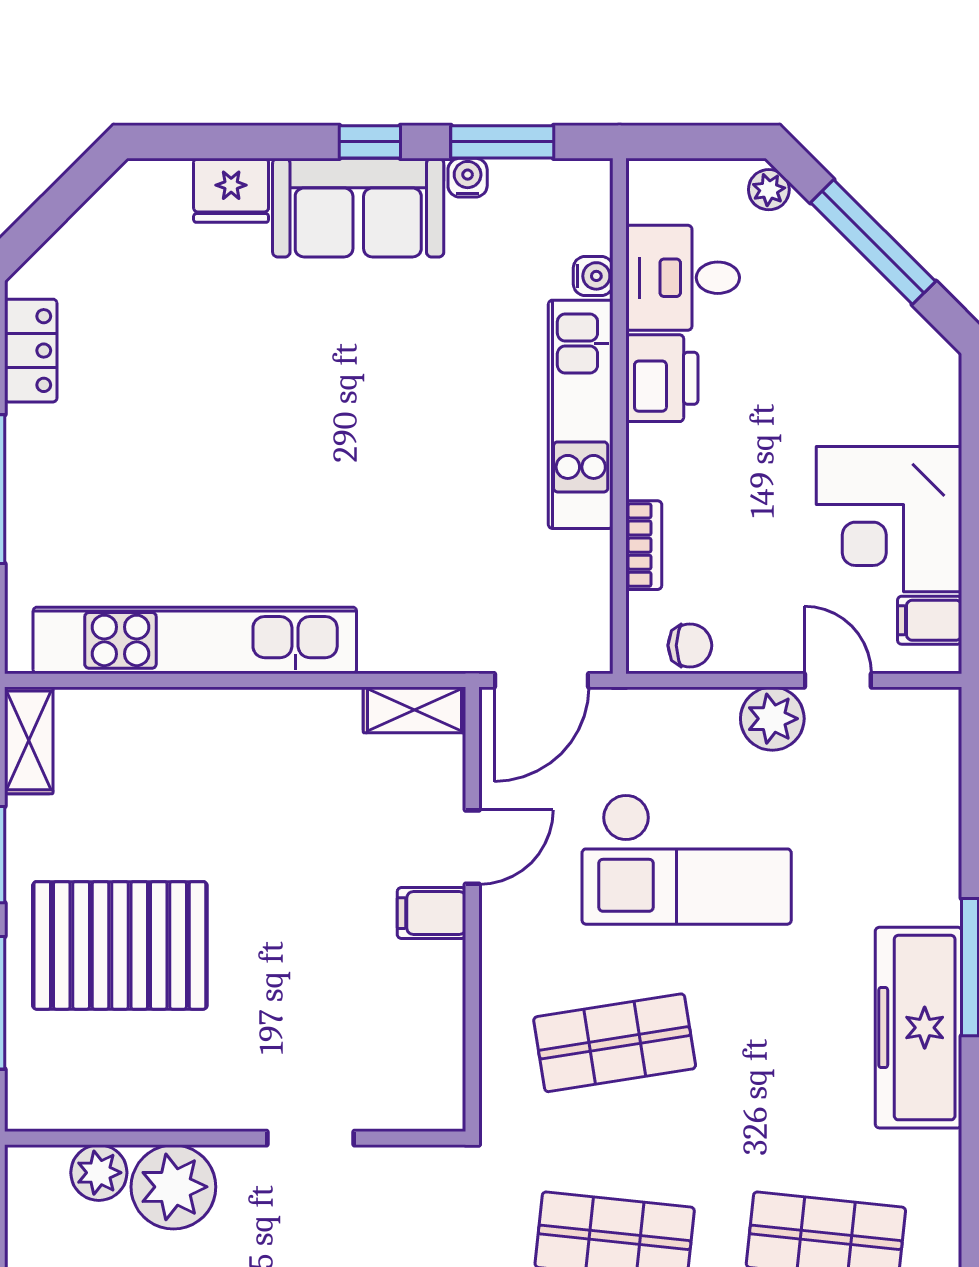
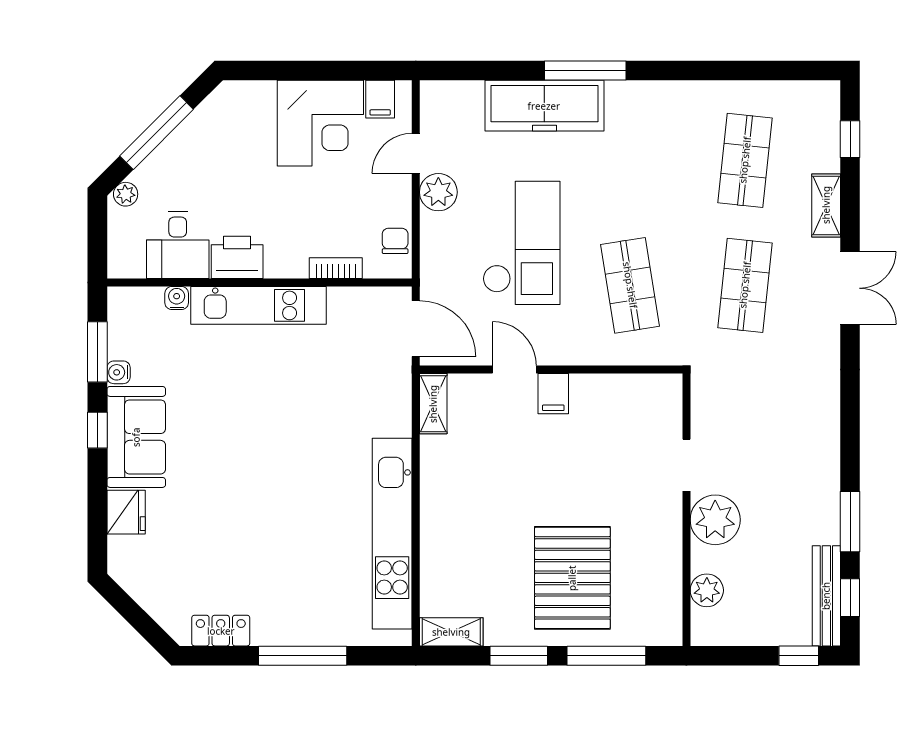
freezer: (919, 1028) -> (544, 106), moved
plant: (173, 1187) -> (715, 520), moved

